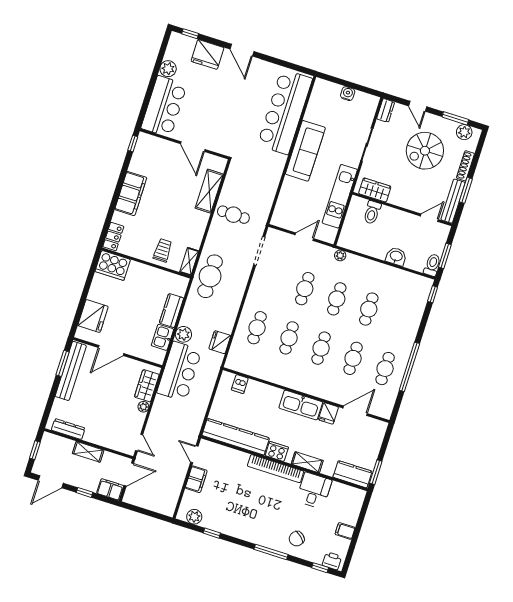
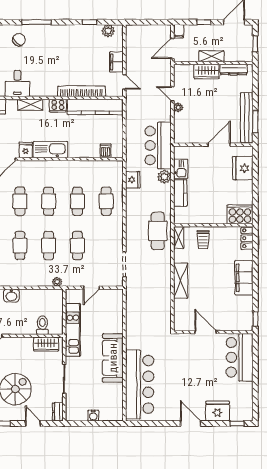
plant: (168, 69) -> (246, 389), removed
shelving: (209, 191) -> (181, 281), moved
cafe table: (233, 215) -> (155, 287), removed
wardrobe: (147, 386) -> (207, 71), moved, turned 90
door: (139, 443) -> (172, 94), moved
bookcase: (276, 469) -> (81, 91), moved
filing cabinet: (110, 489) -> (179, 31), width x0.50

